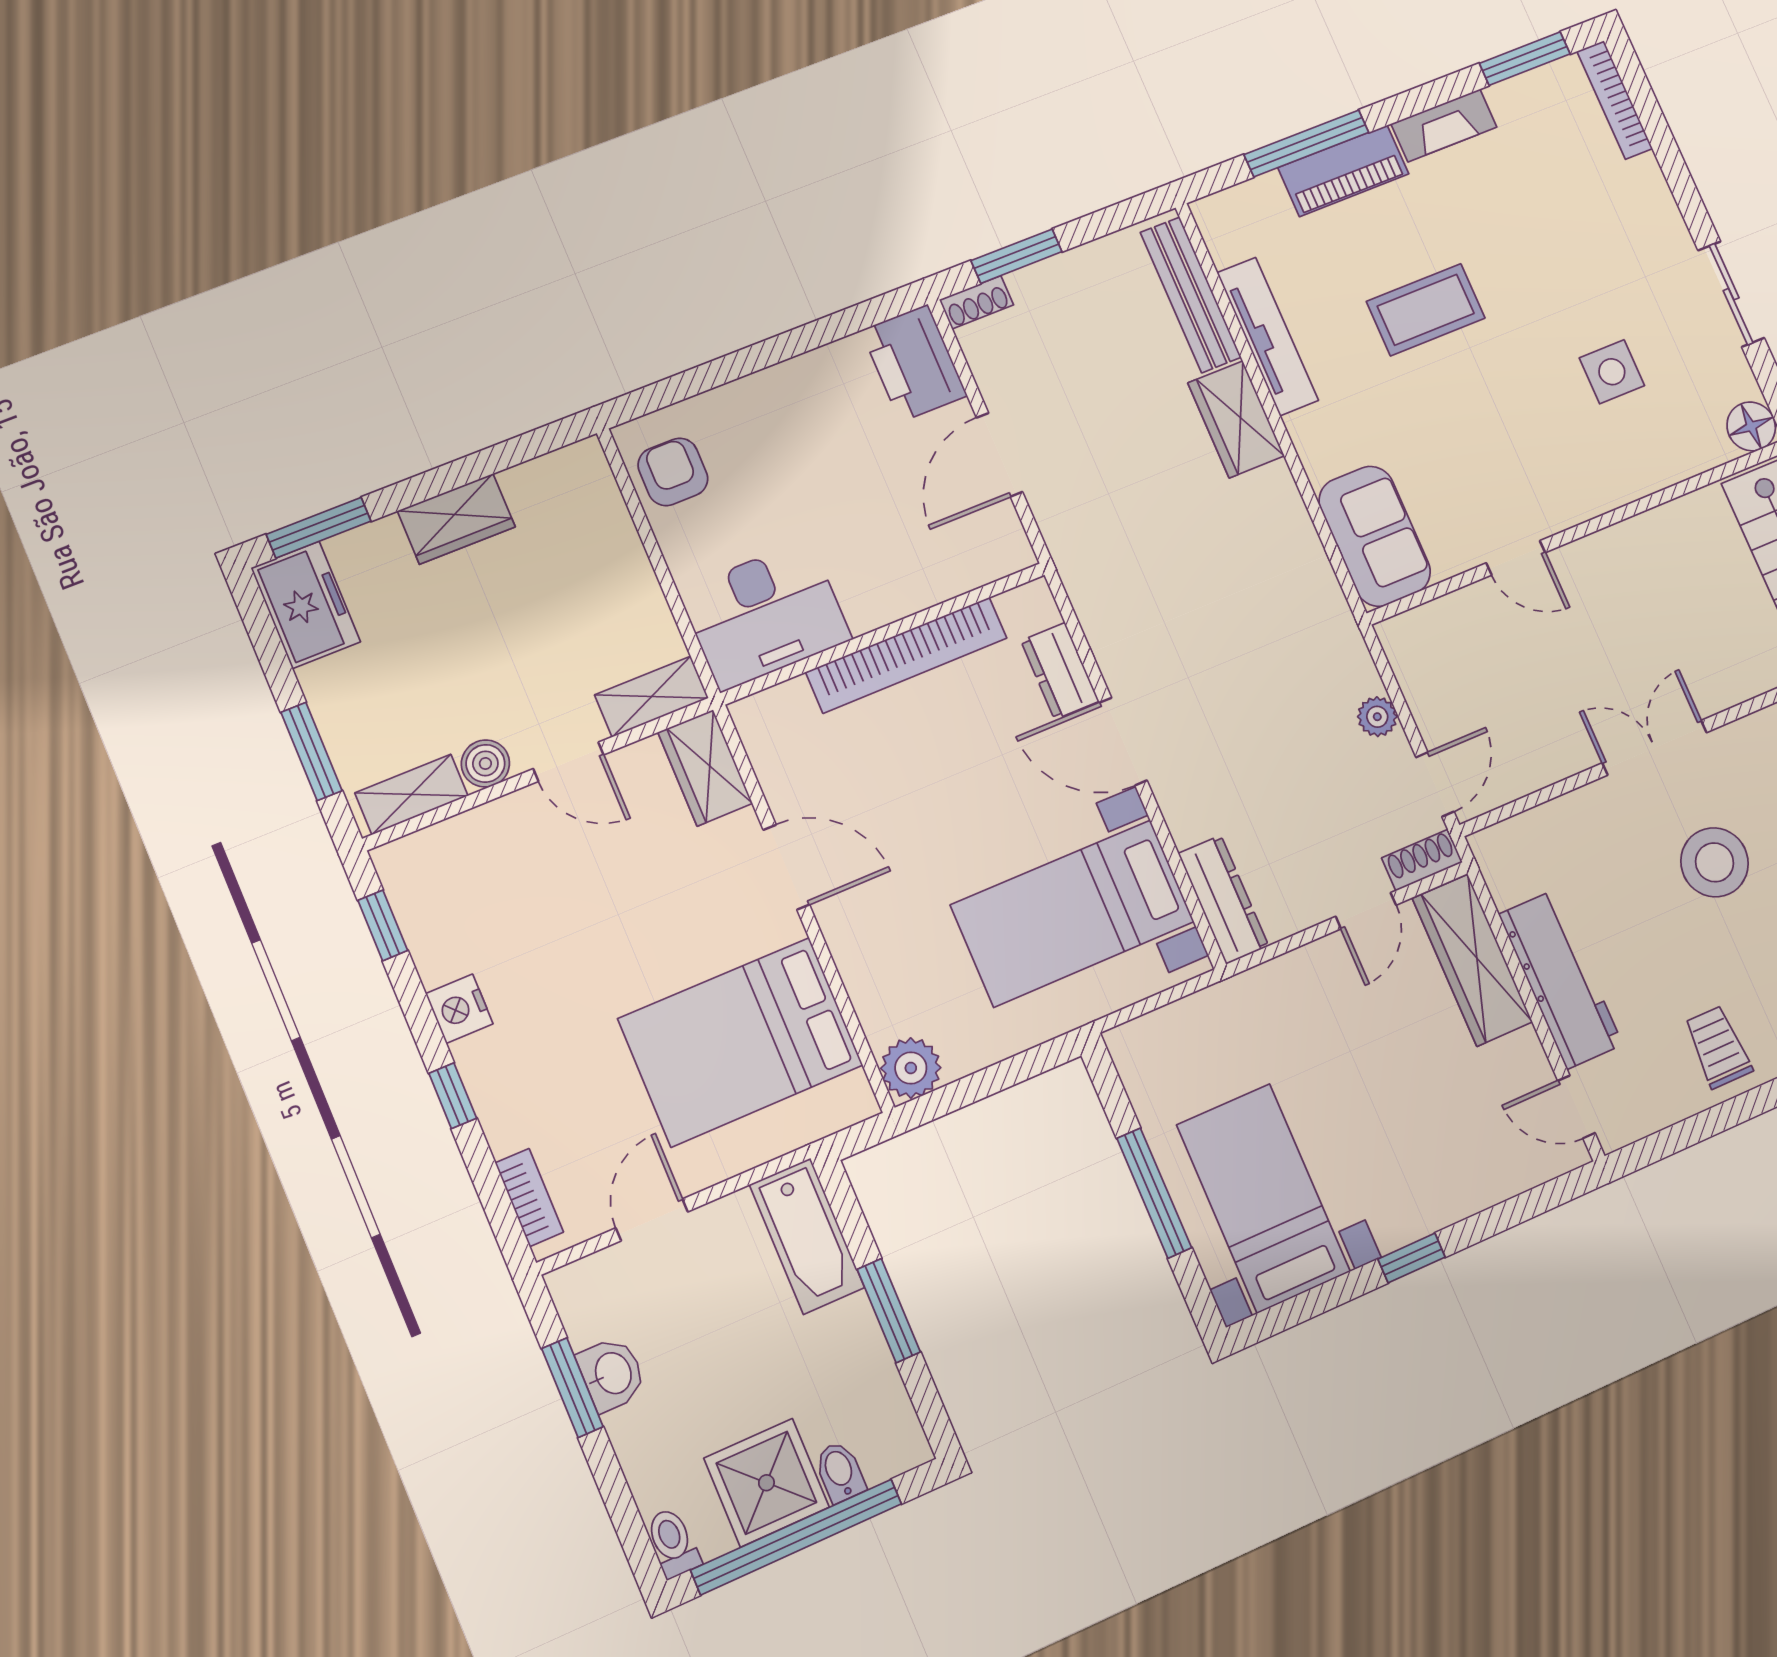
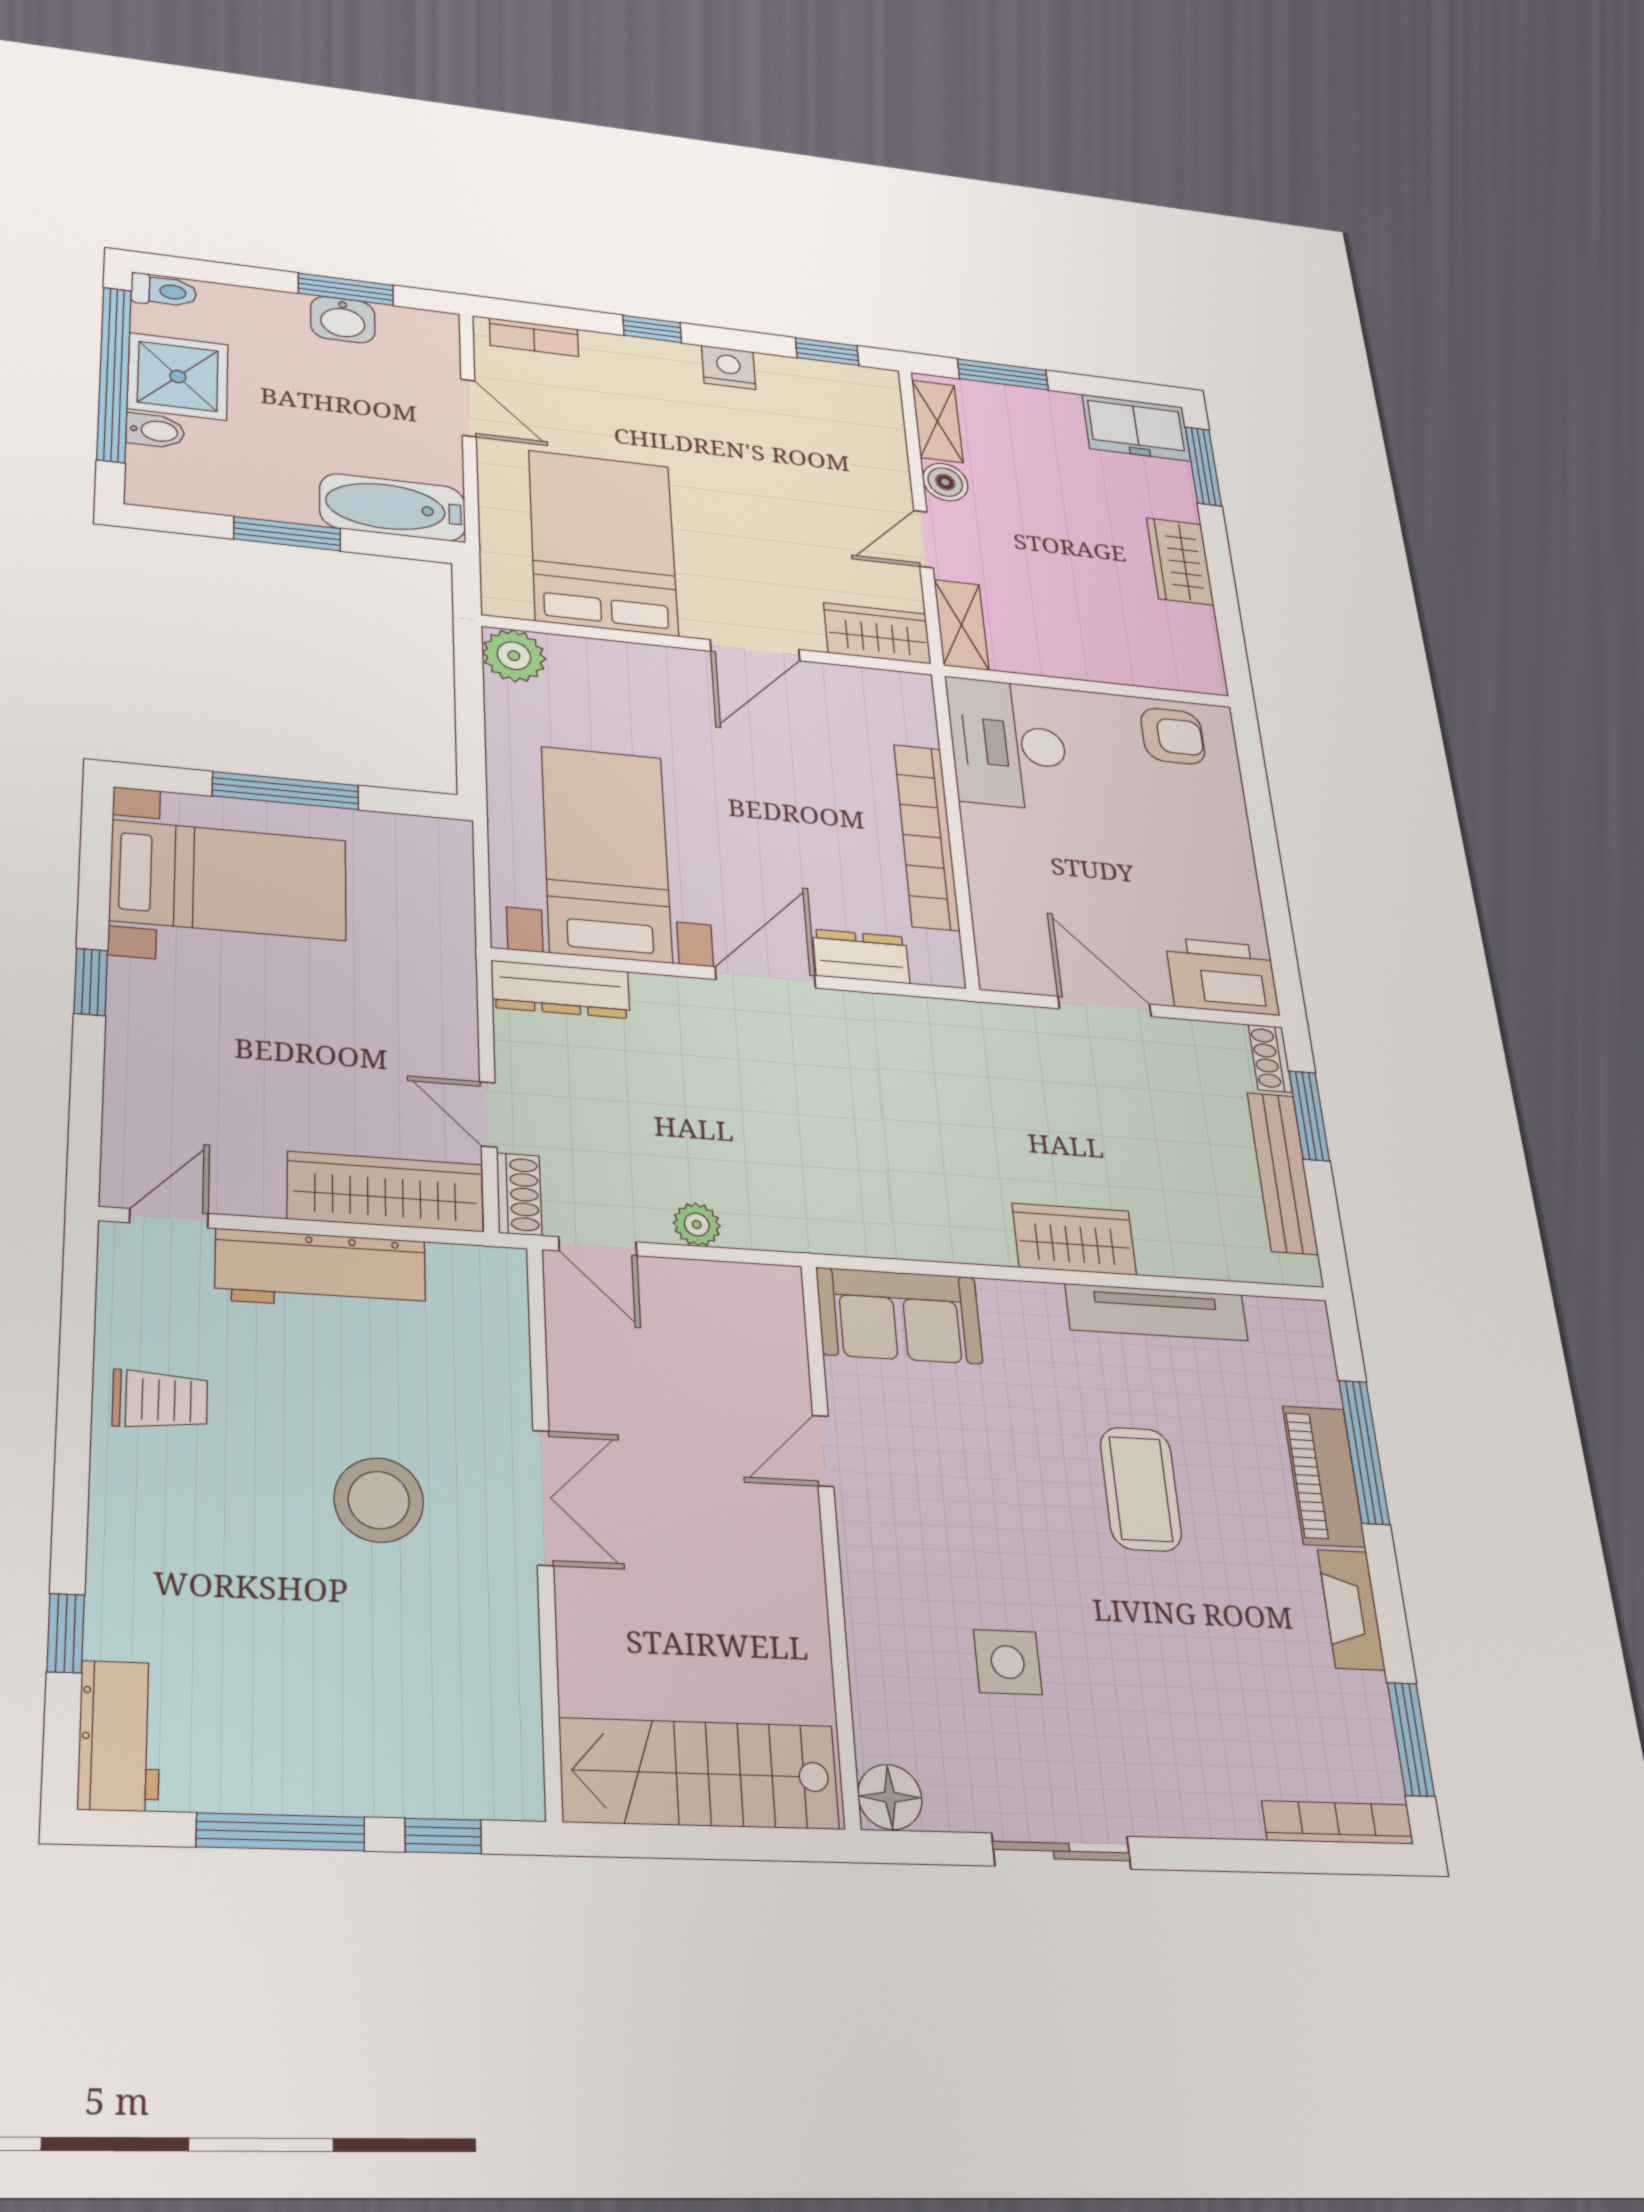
bench: (1191, 295) -> (1282, 1173), moved, turned 90

